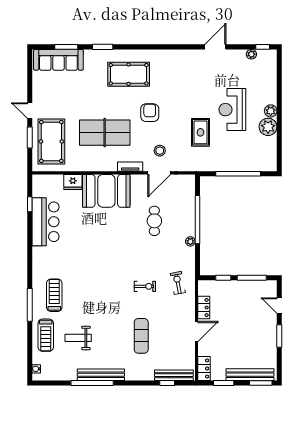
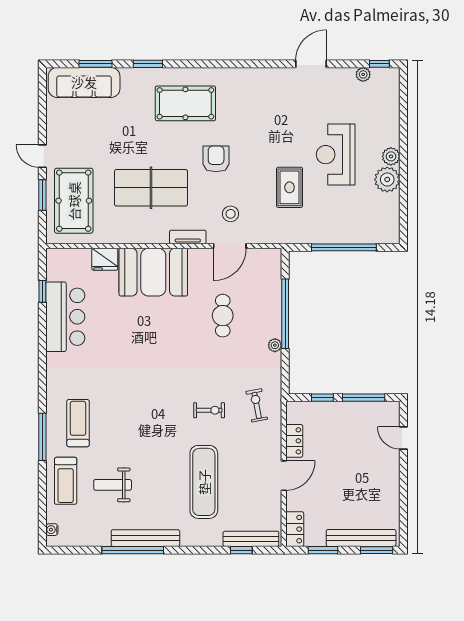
exercise mat: (141, 336) -> (204, 482), width x1.36, depth x1.45
window: (279, 336) -> (403, 482), removed

